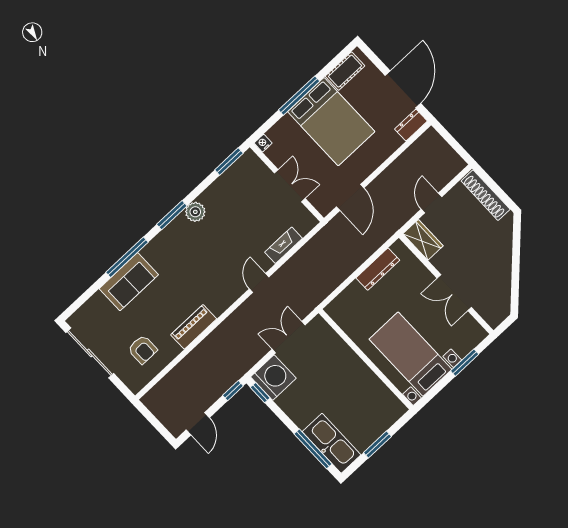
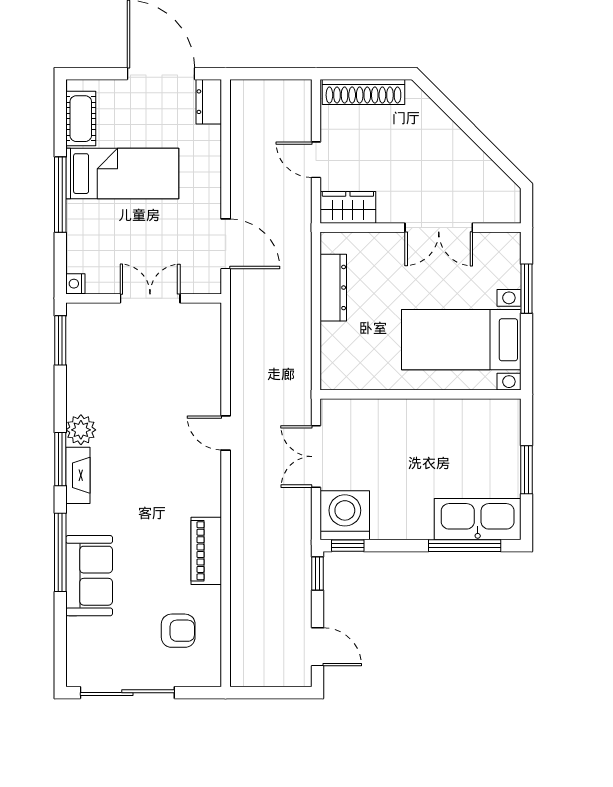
bed: (331, 122) -> (122, 174), width x0.67
fireplace: (284, 245) -> (78, 475), moved, turned 180

